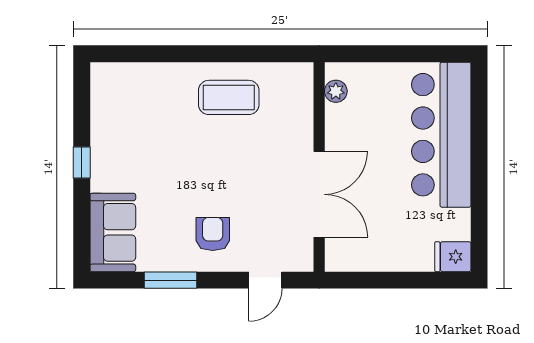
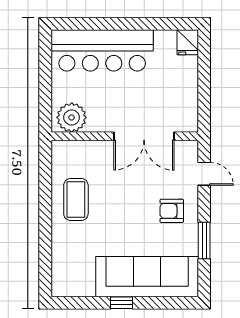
plant: (336, 91) -> (72, 117), width x1.88, depth x1.88
double door: (319, 194) -> (144, 136), swing flipped
sofa: (113, 232) -> (147, 277), width x1.85, depth x1.27

